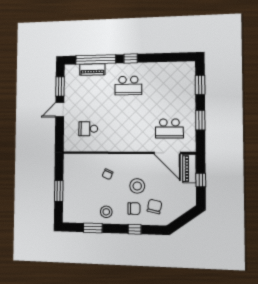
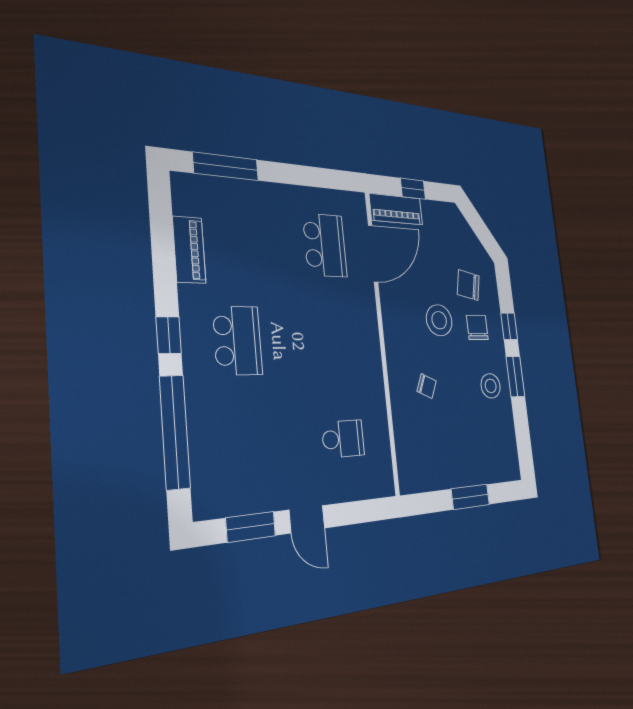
piano: (92, 69) -> (189, 250), moved
window: (200, 85) -> (226, 166), width x1.44
window: (200, 120) -> (302, 175), removed
school desk: (88, 129) -> (343, 439), turned -90
window: (93, 228) -> (515, 377), moved

